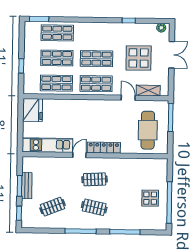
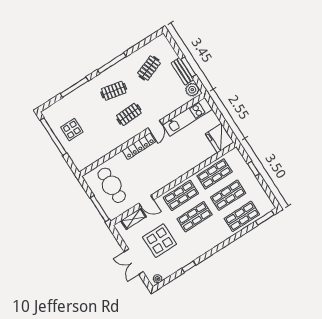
plant: (29, 165) -> (192, 90), added
window: (19, 213) -> (173, 44), removed

